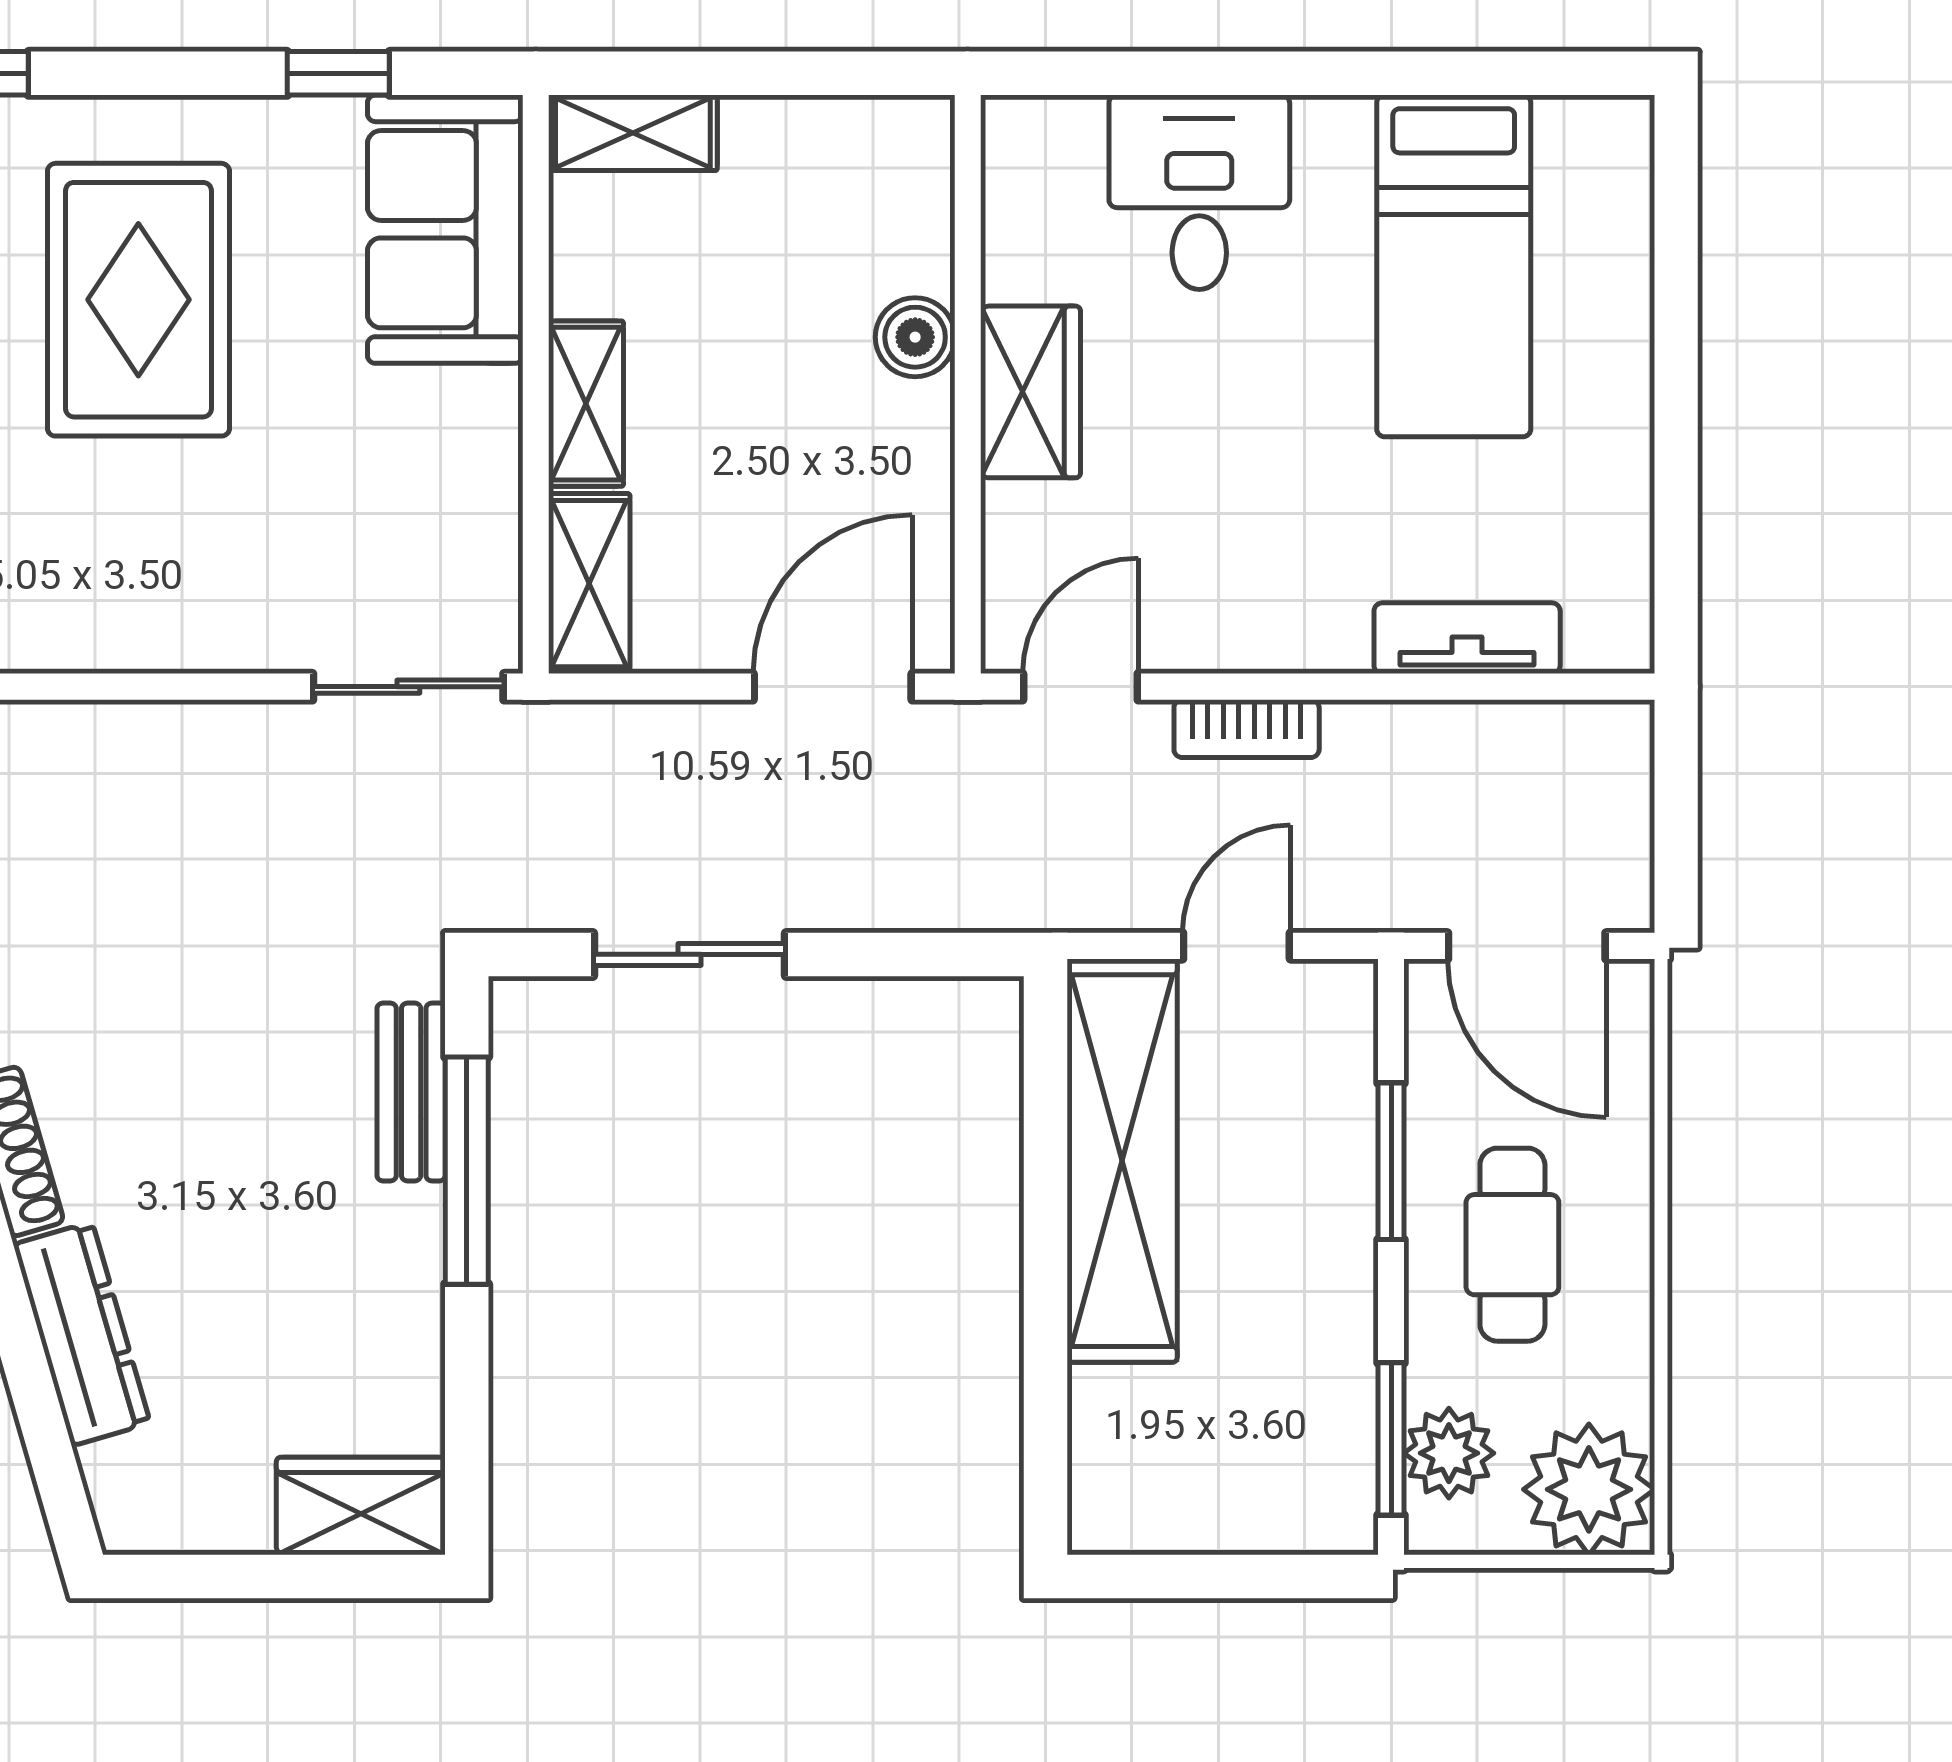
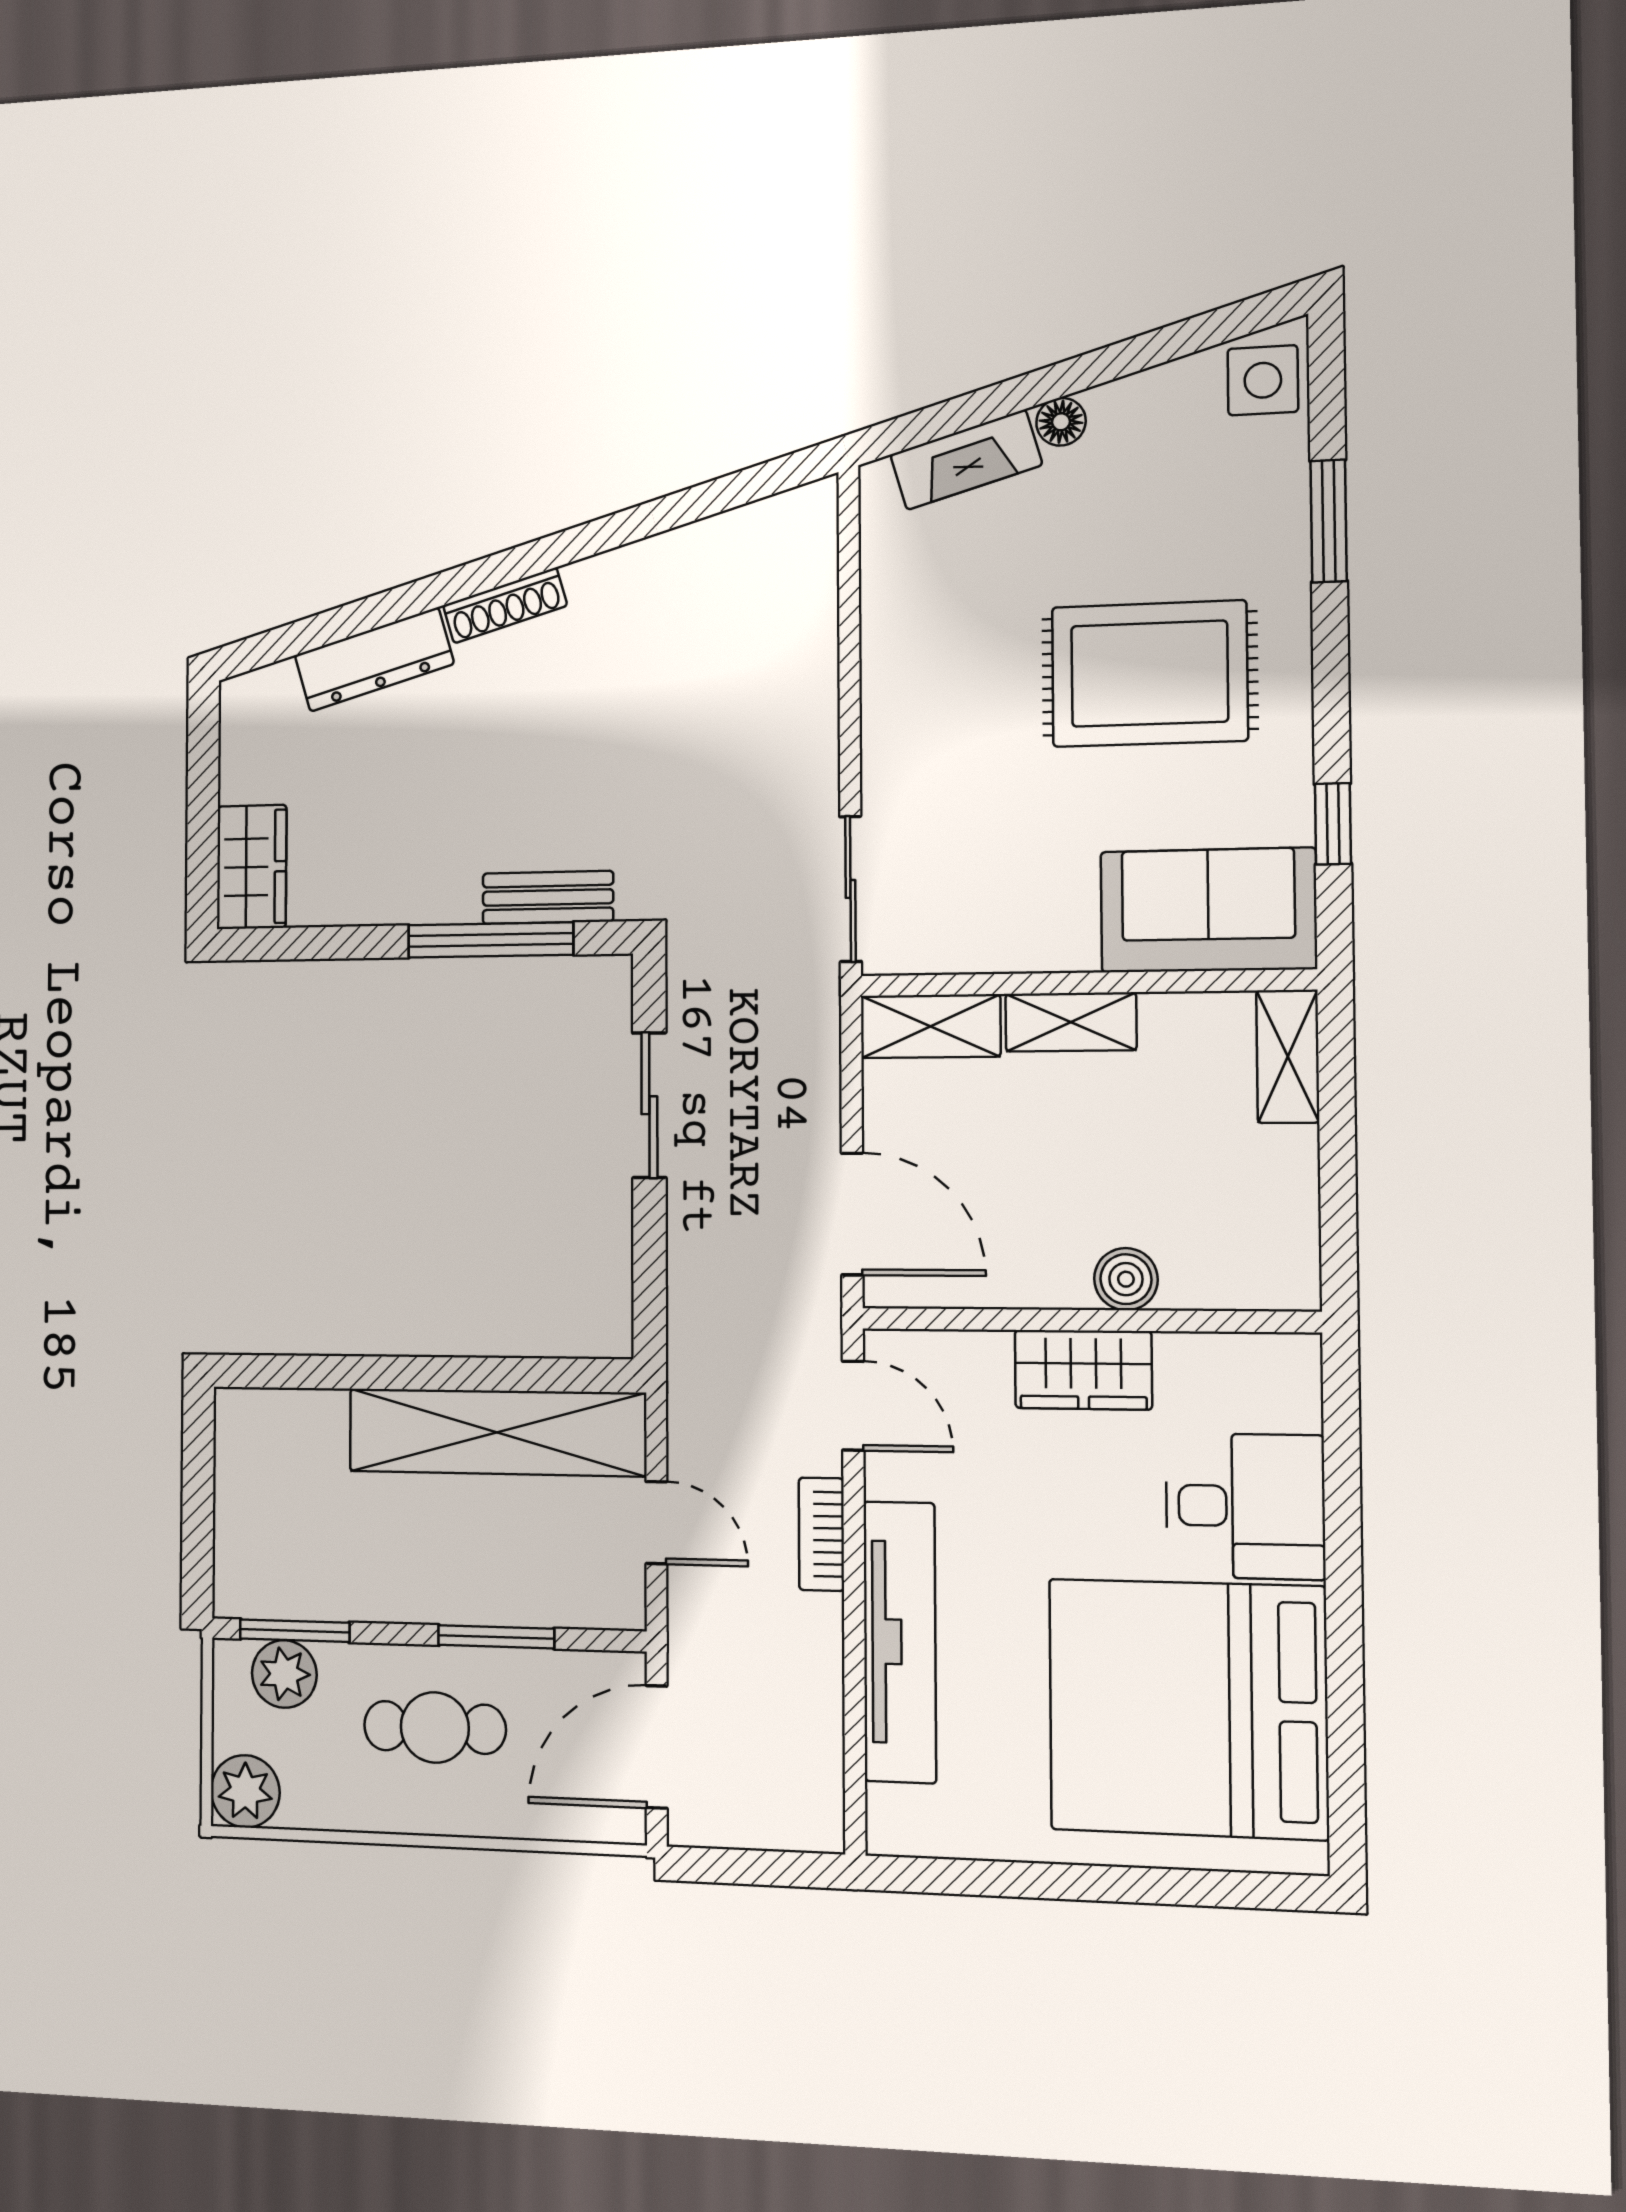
bed: (1454, 266) -> (1188, 1708), width x2.04
tv unit: (1467, 638) -> (900, 1642), width x1.92, depth x1.29
plant: (1589, 1489) -> (245, 1791), width x0.73, depth x0.73

